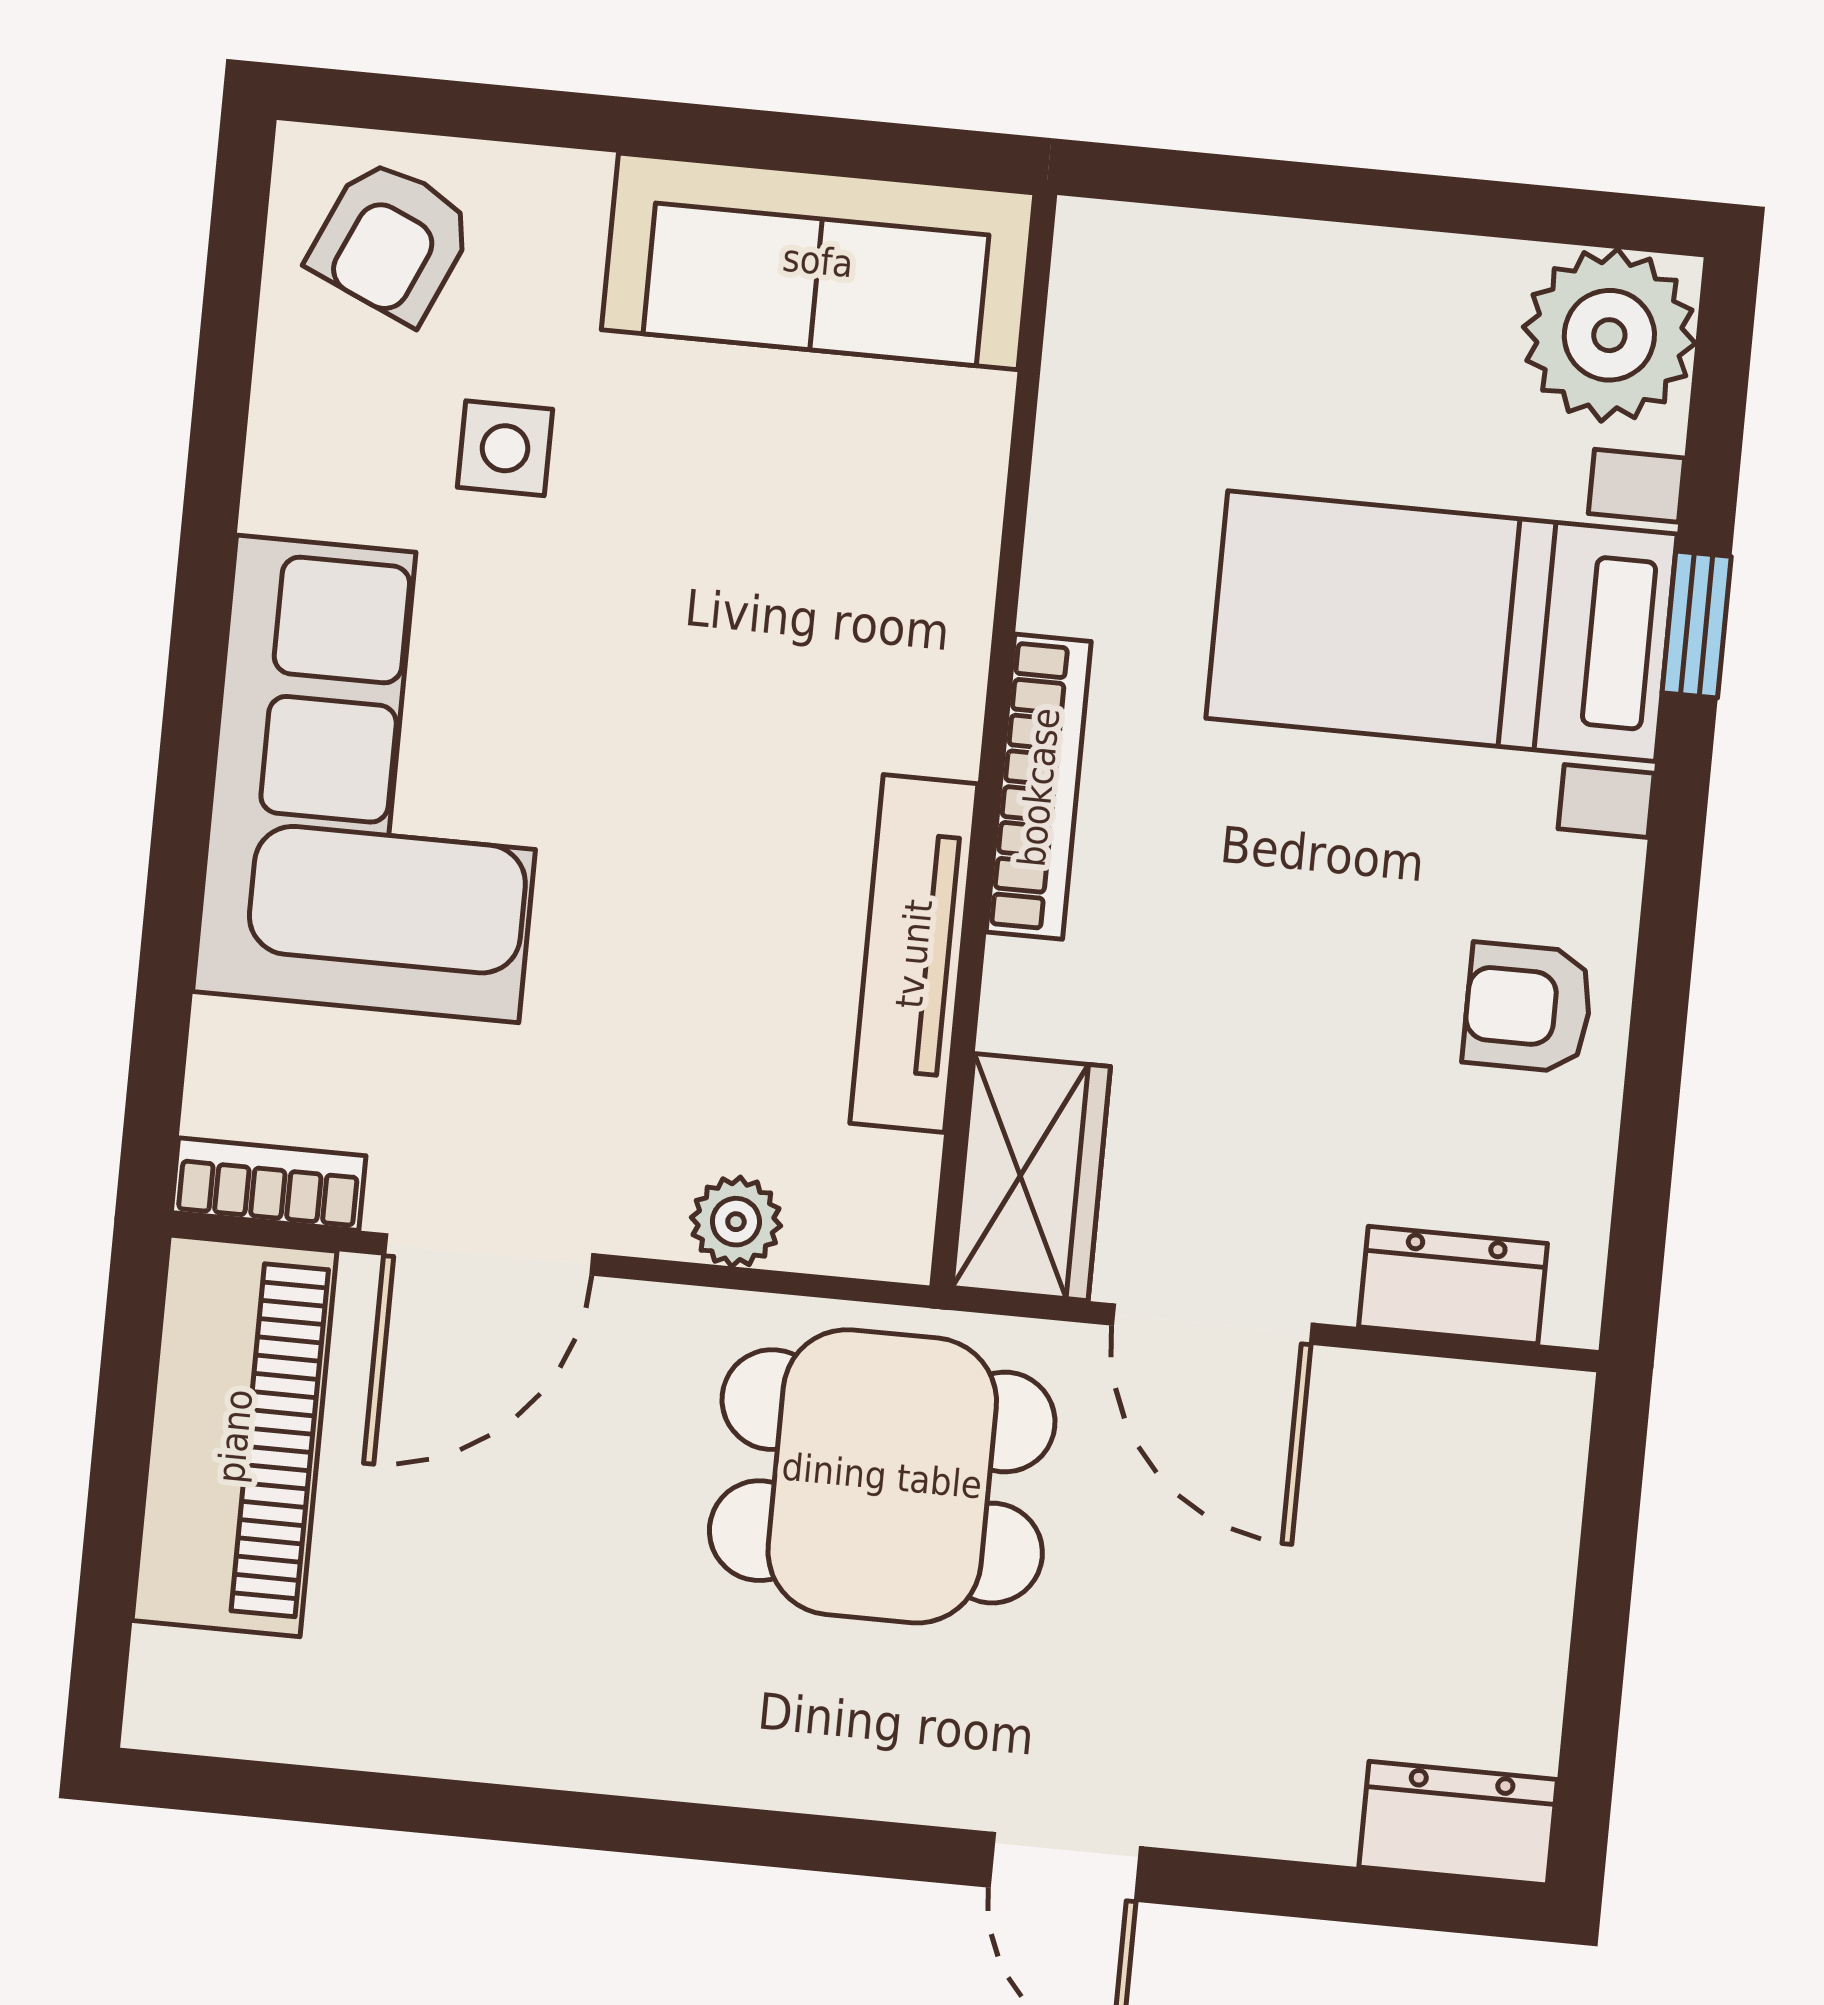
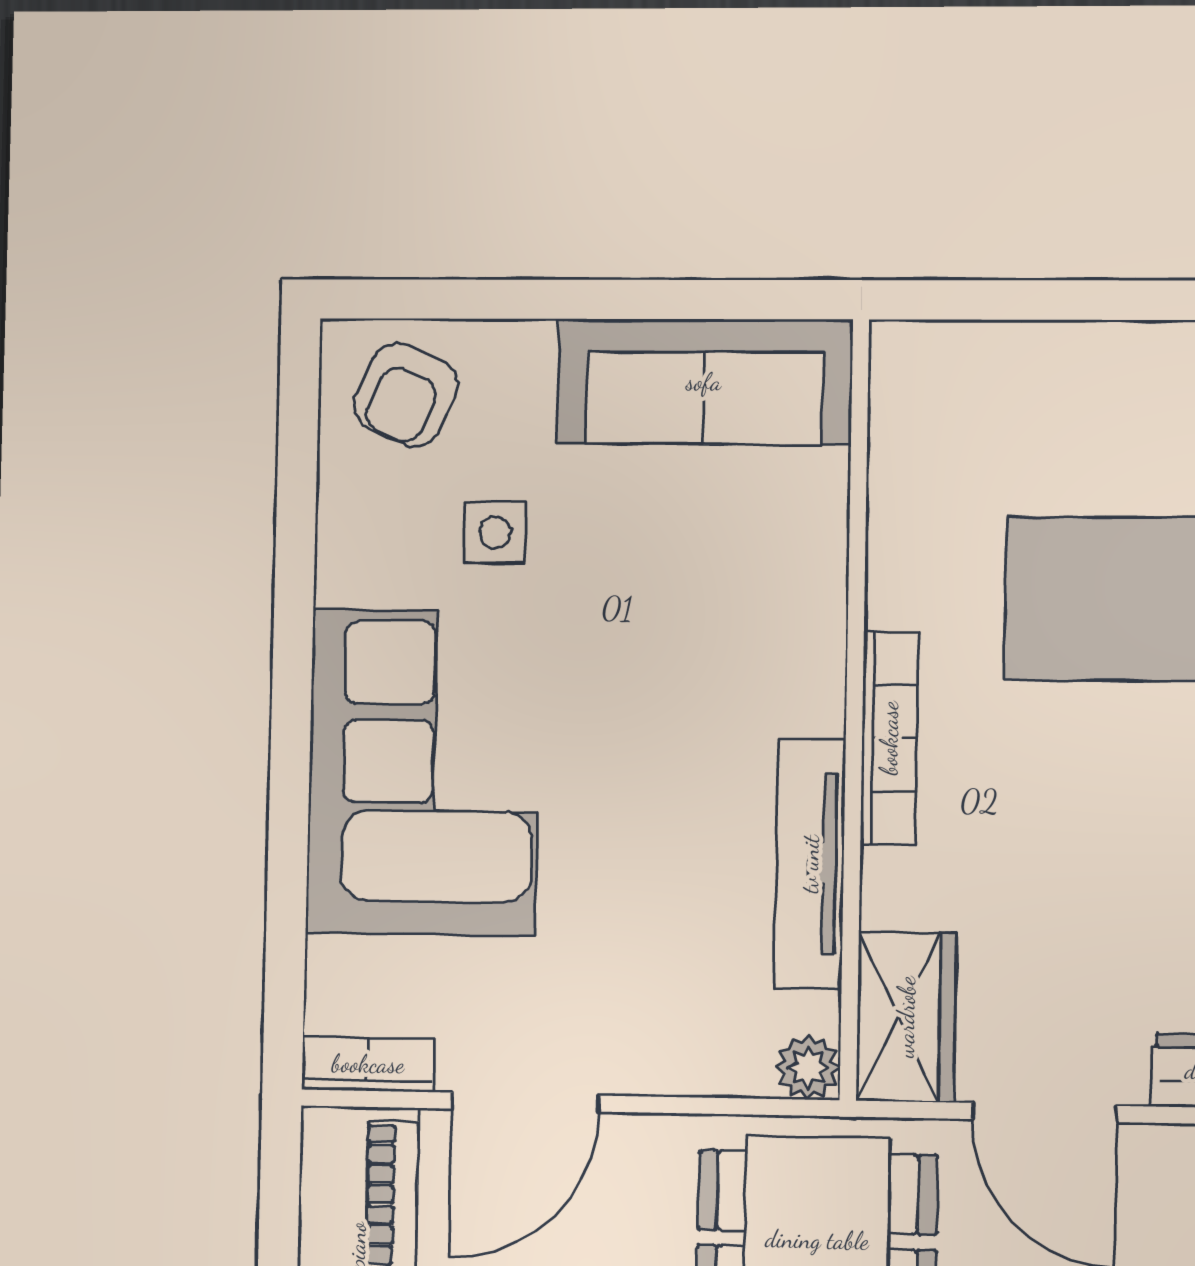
plant: (736, 1222) -> (808, 1067), moved

